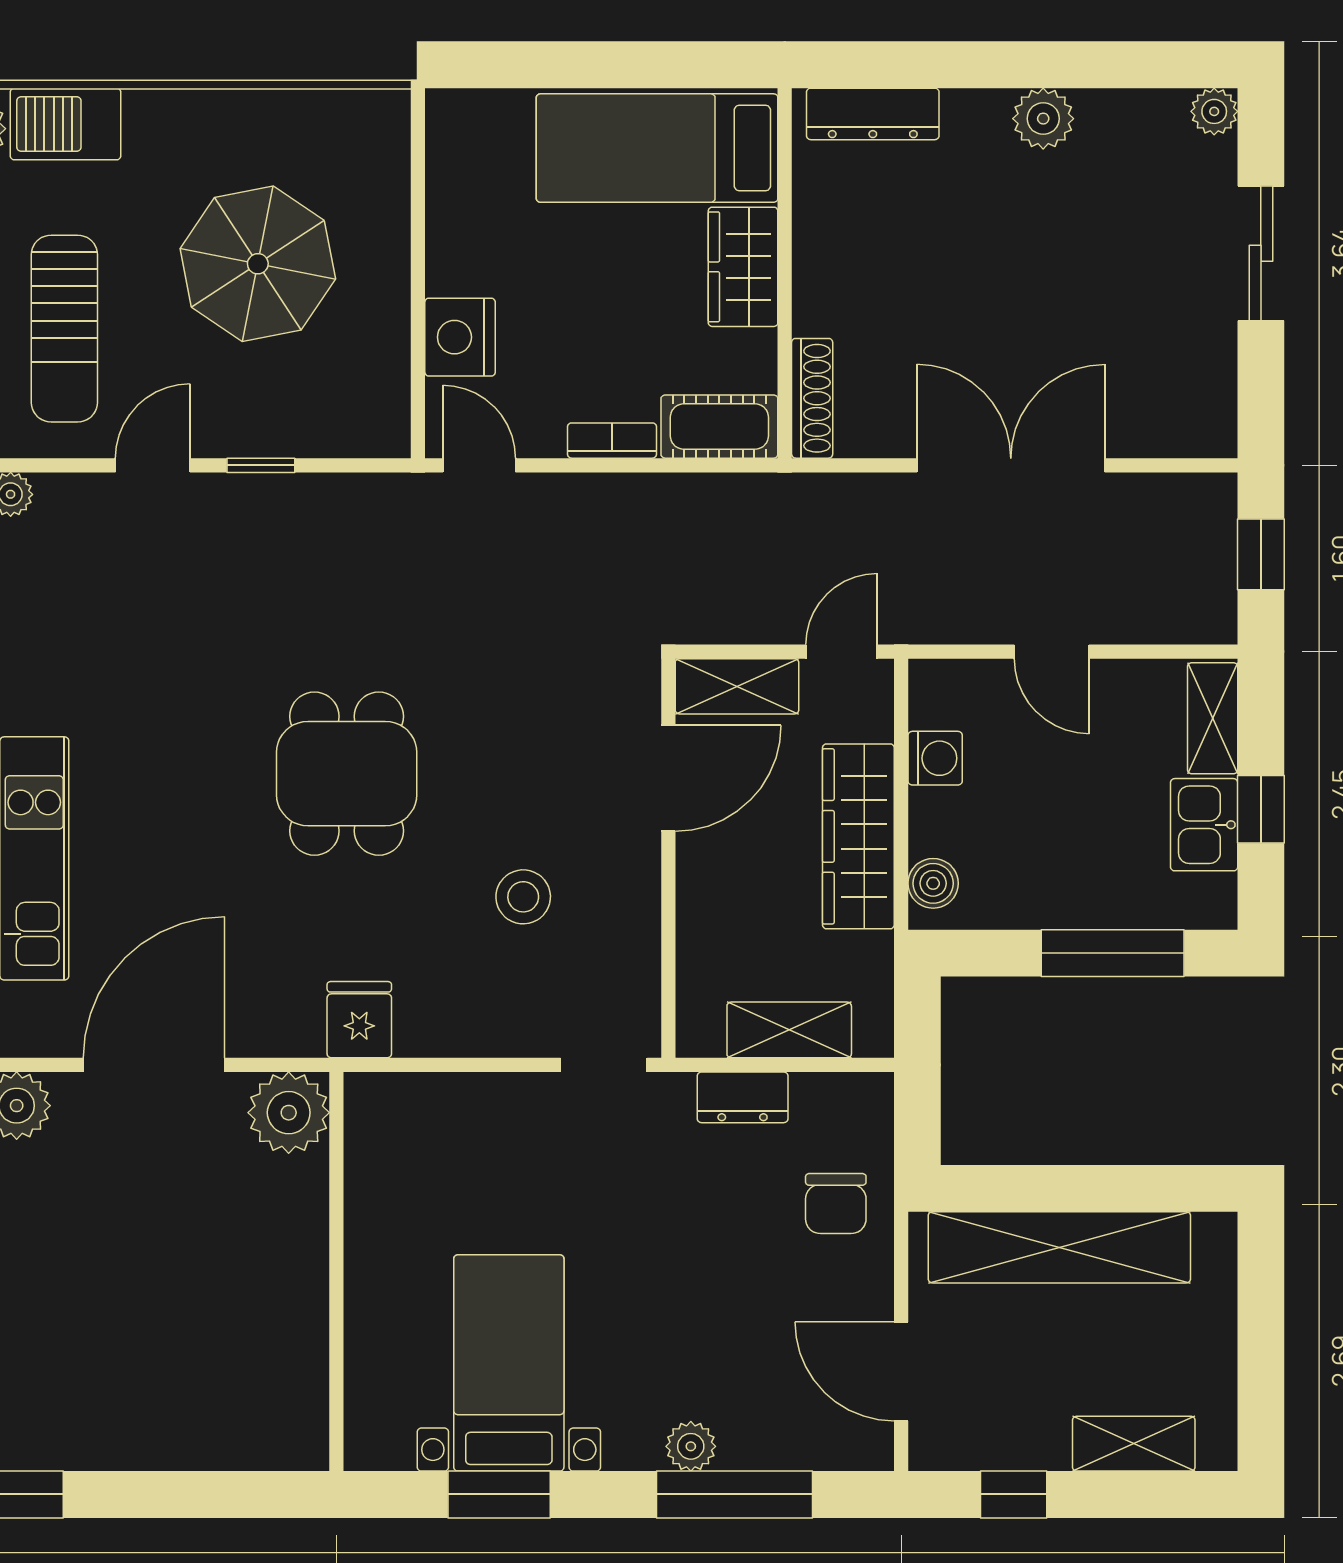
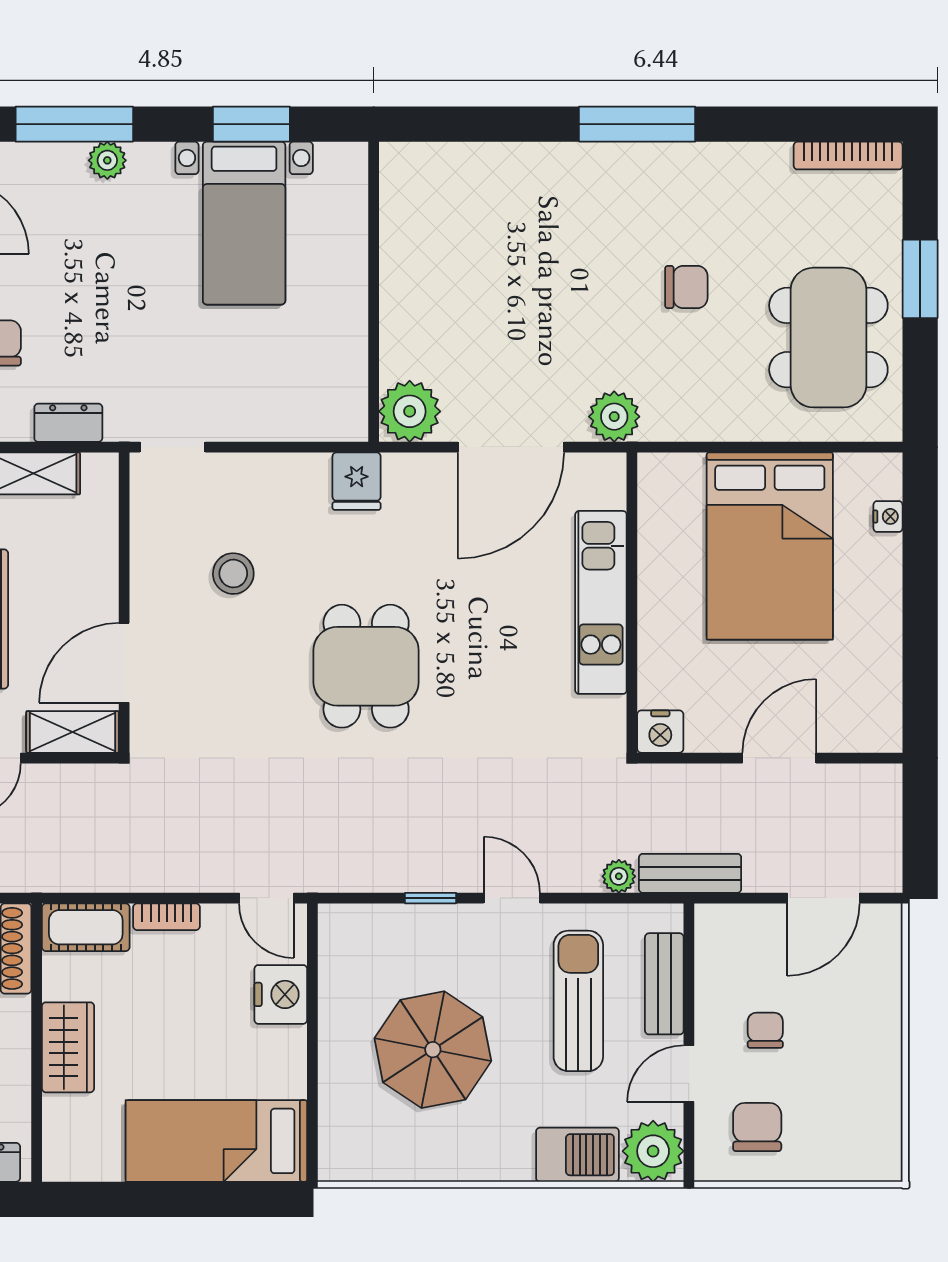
bed: (657, 148) -> (216, 1141), moved, turned 180
door: (153, 465) -> (512, 898), swing flipped

